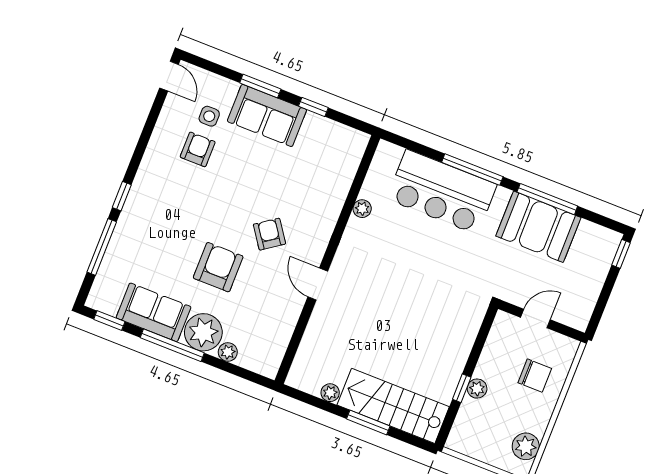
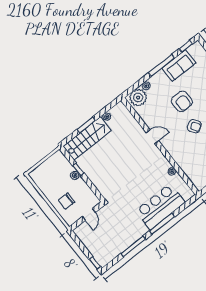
booth: (538, 227) -> (124, 237), removed
armchair: (269, 234) -> (194, 126), moved
plant: (203, 332) -> (138, 98), moved
plant: (526, 446) -> (41, 181), removed

